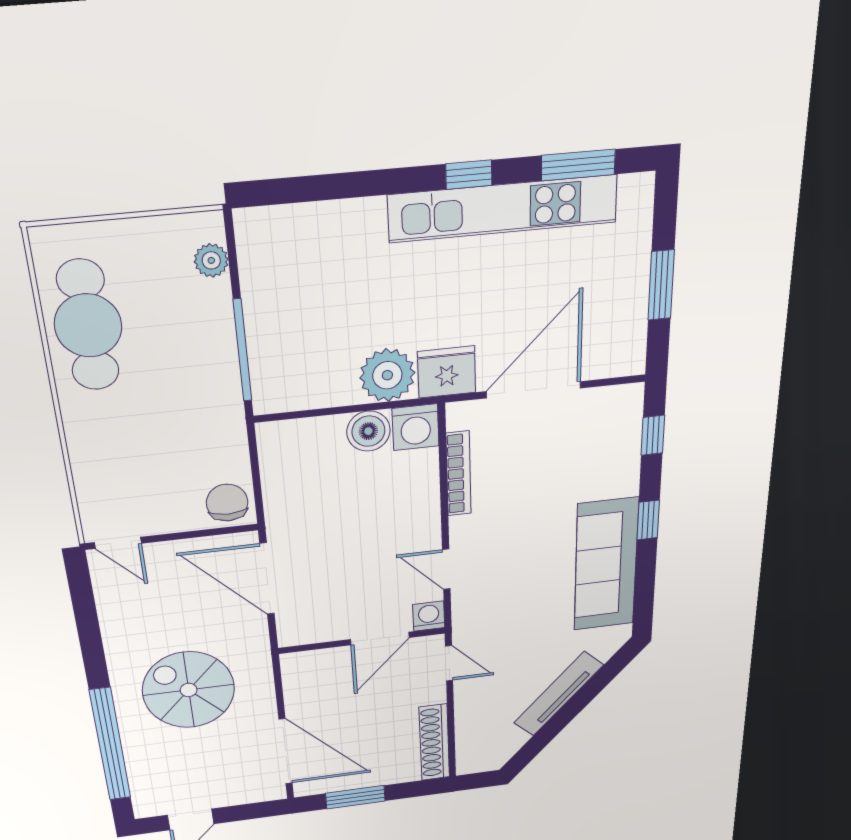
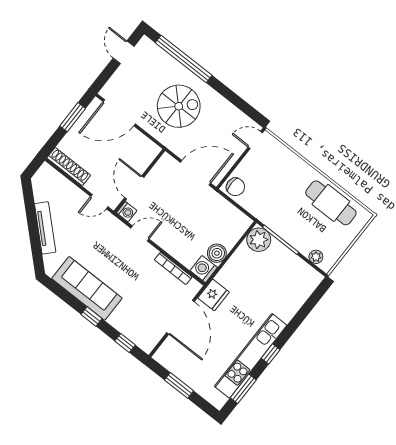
plant: (387, 375) -> (259, 240), moved

